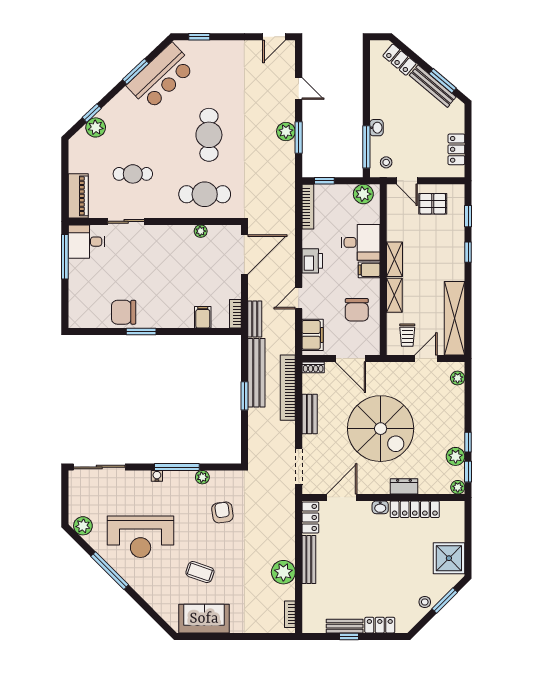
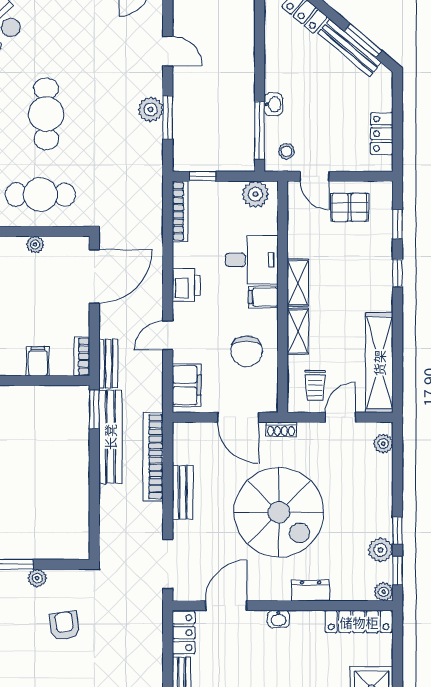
shoe rack: (313, 367) -> (281, 429), moved
window: (244, 396) -> (94, 409), moved
locker: (415, 509) -> (359, 622), moved

